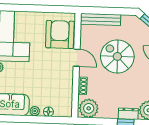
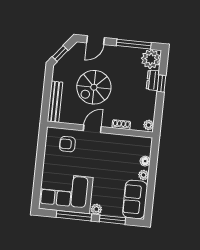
armchair: (60, 34) -> (67, 144), width x0.53, depth x0.53
plant: (89, 108) -> (149, 125), width x0.53, depth x0.53

